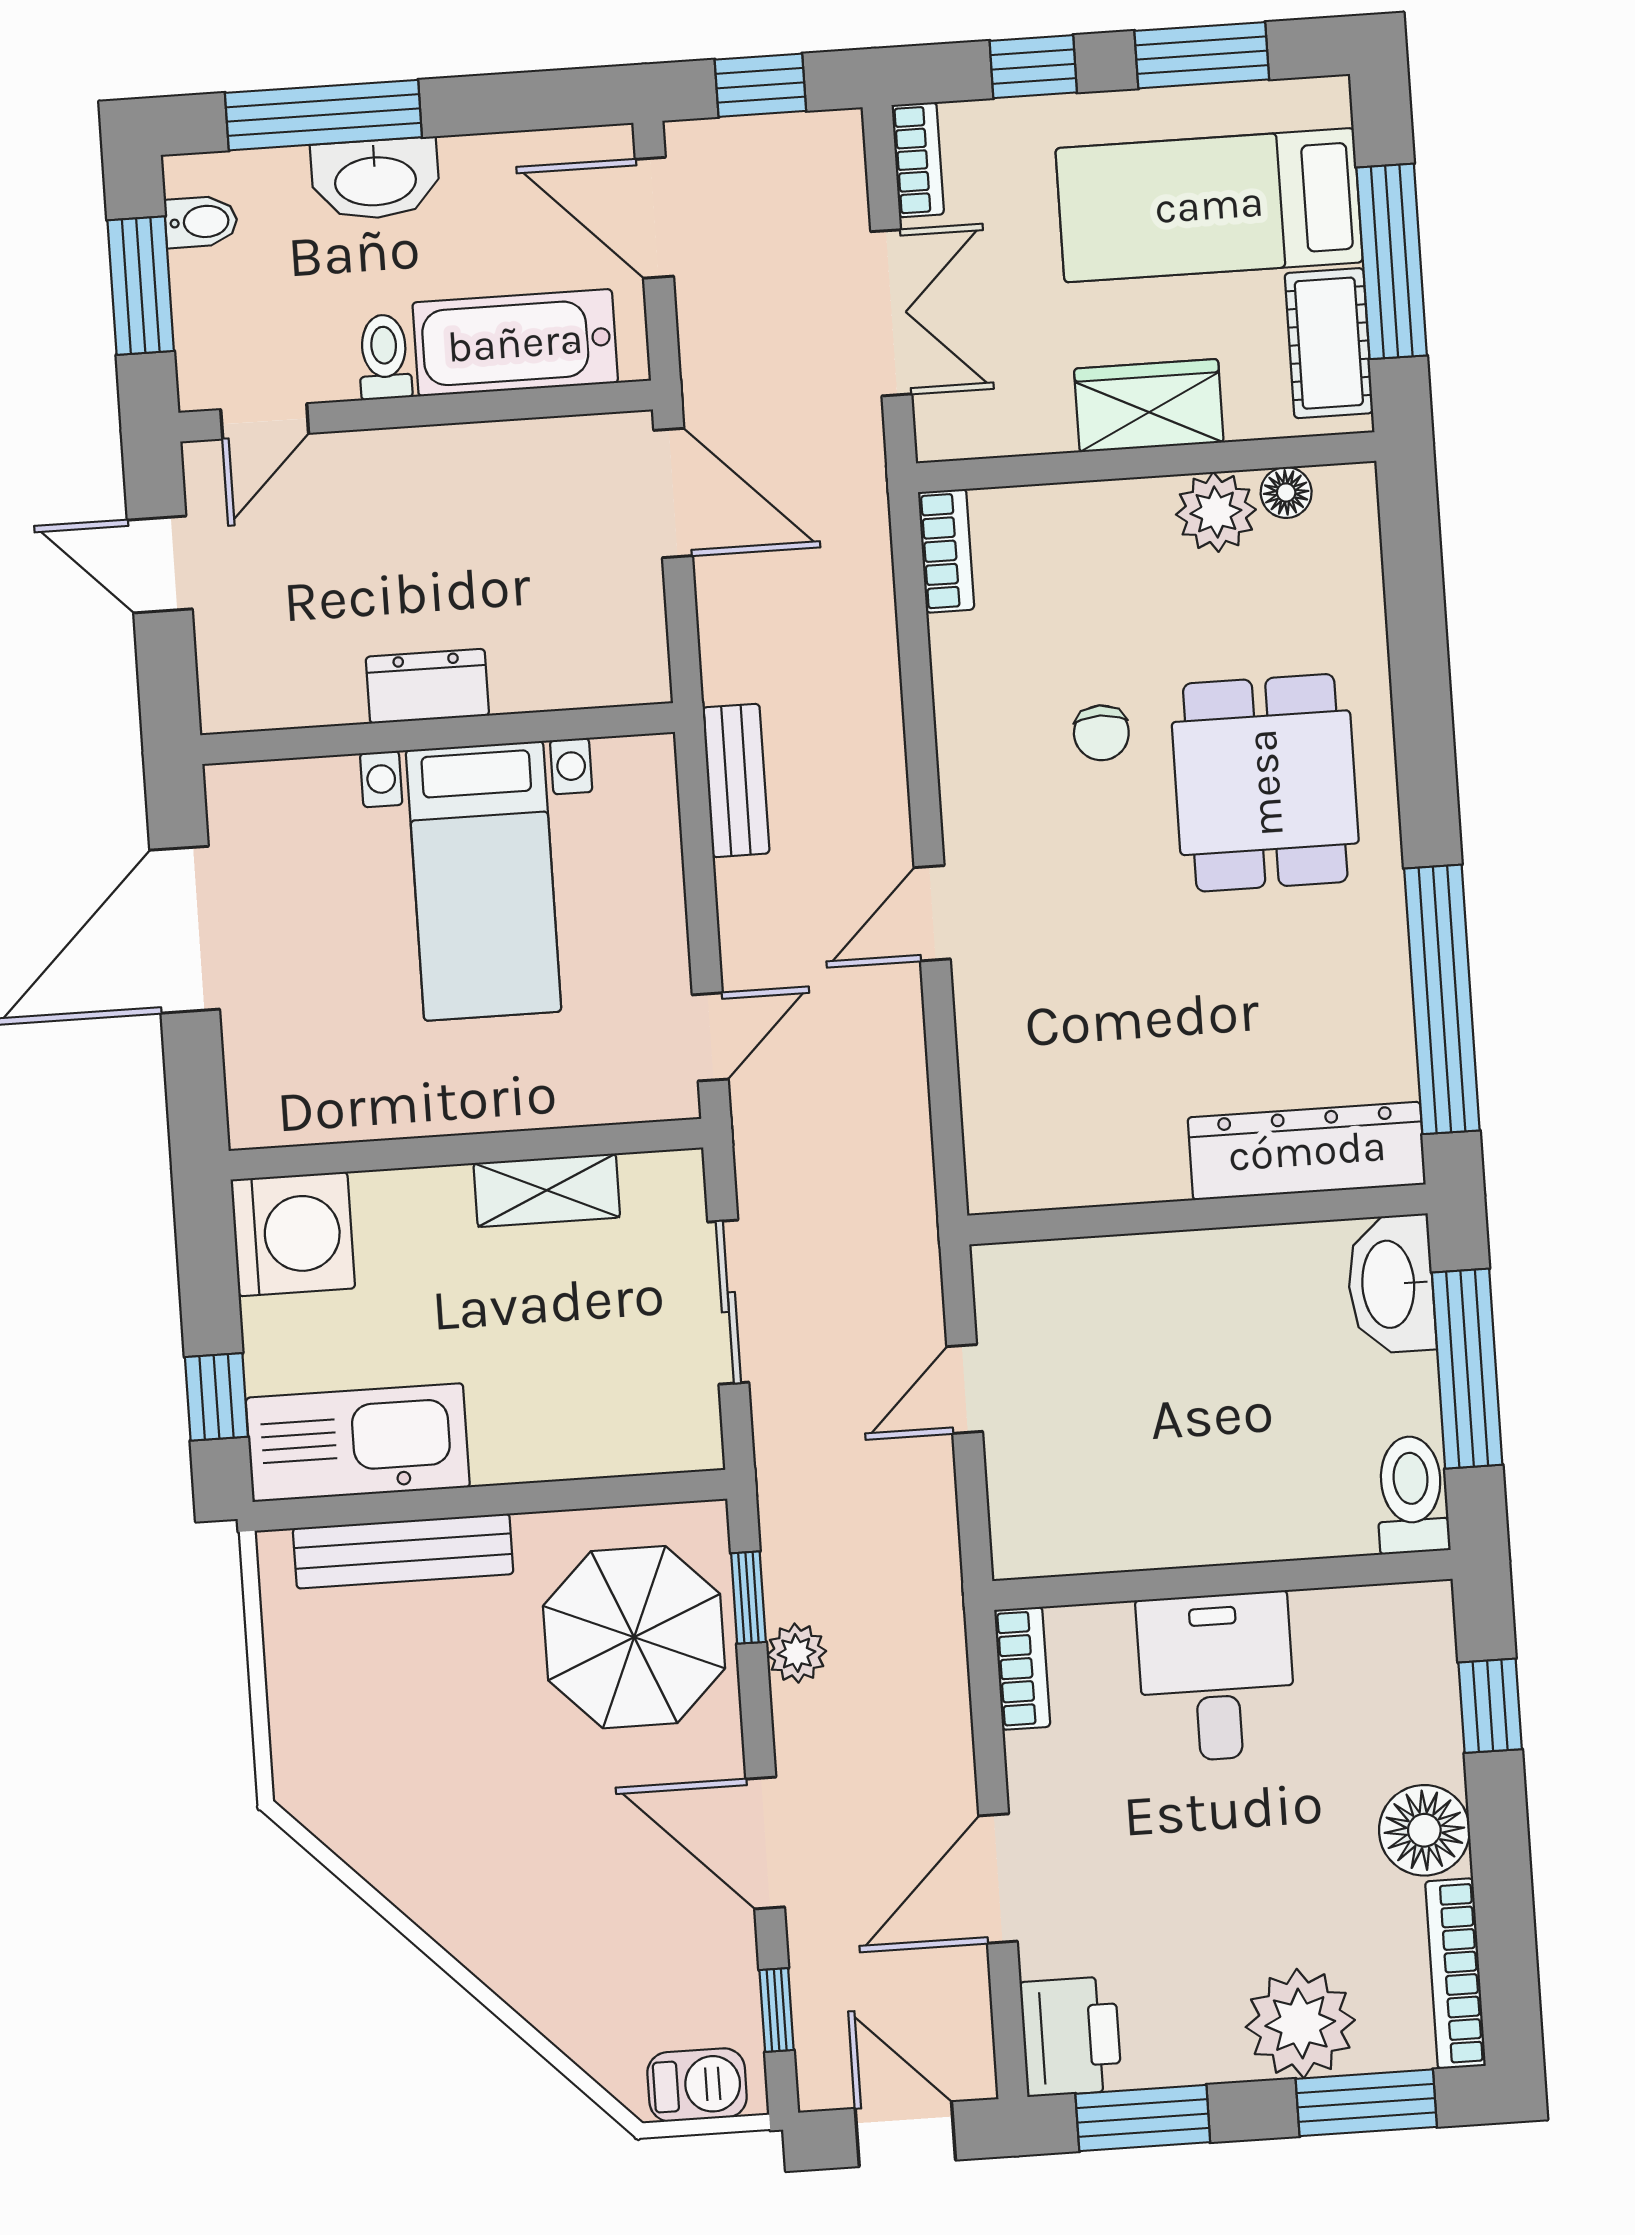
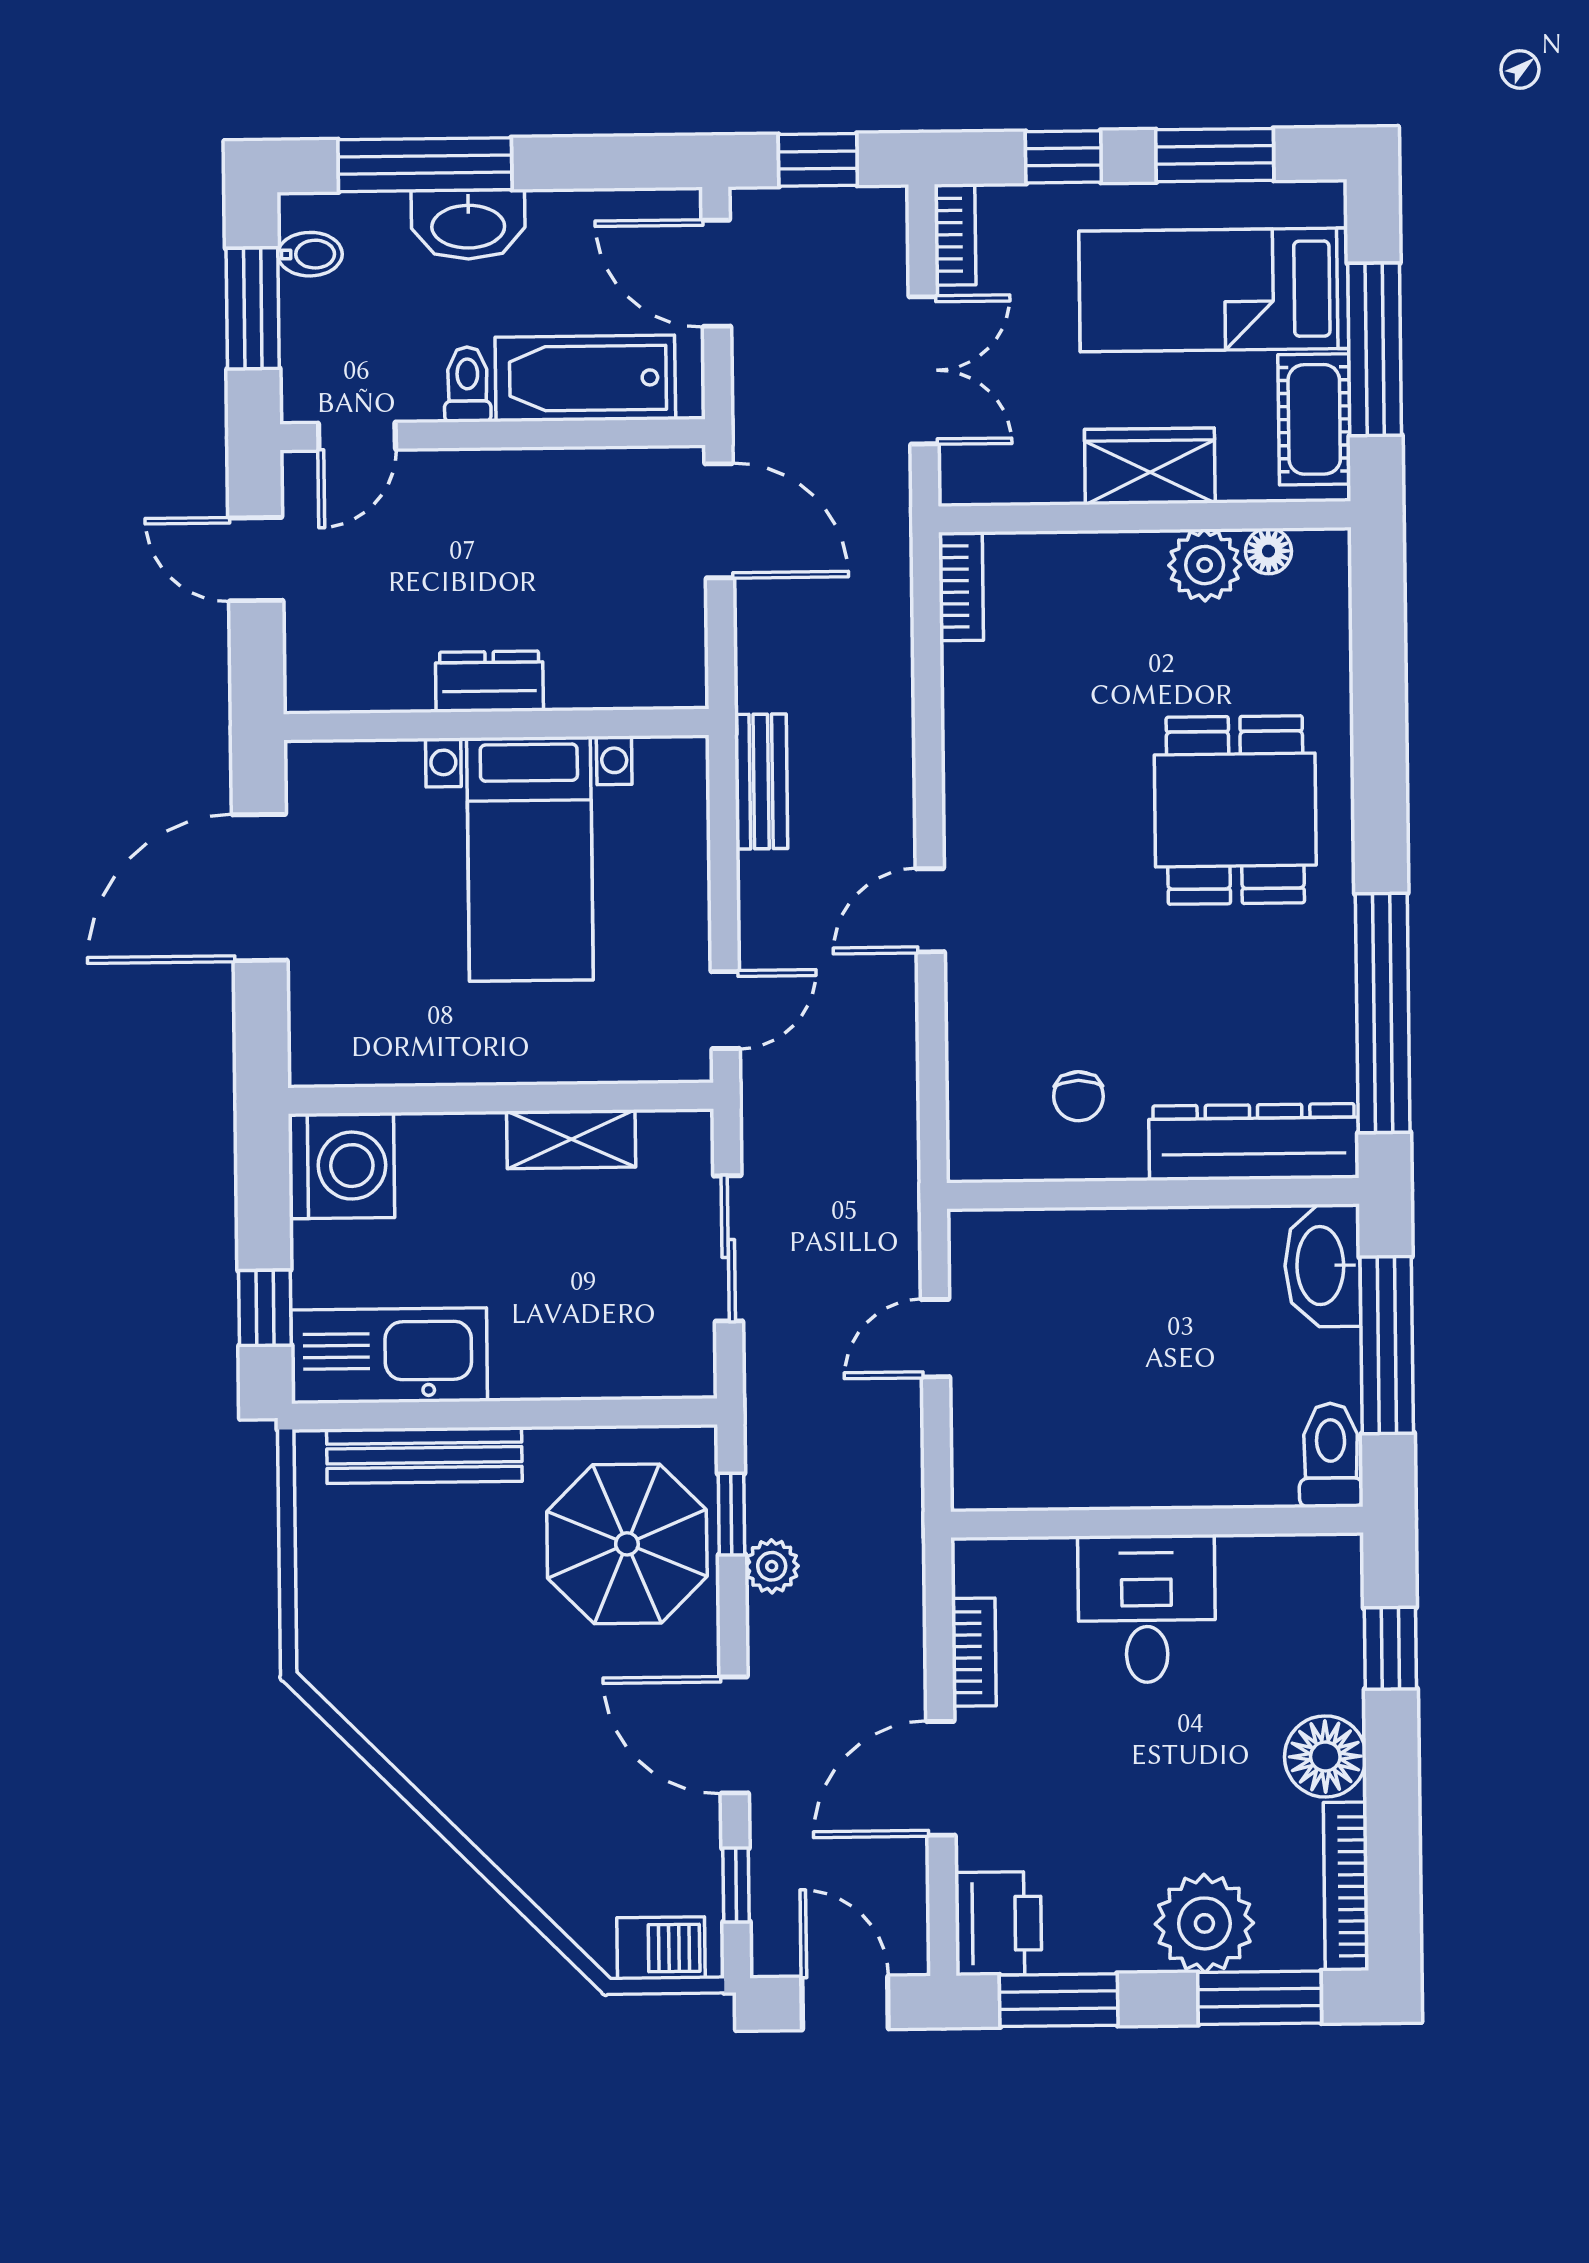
chair: (1101, 733) -> (1078, 1096), moved
bookcase: (1022, 1668) -> (974, 1652), moved

